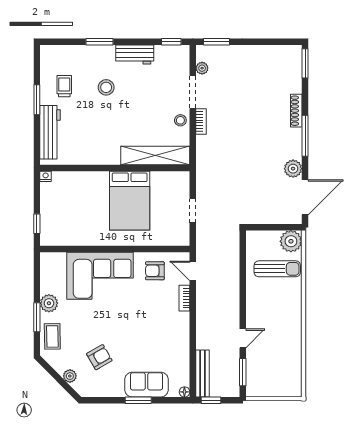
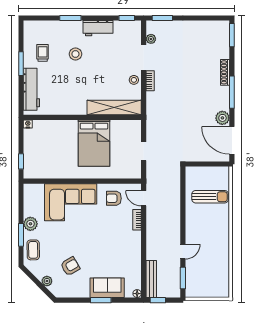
door: (305, 197) -> (232, 140), swing flipped
plant: (291, 241) -> (221, 175), removed

